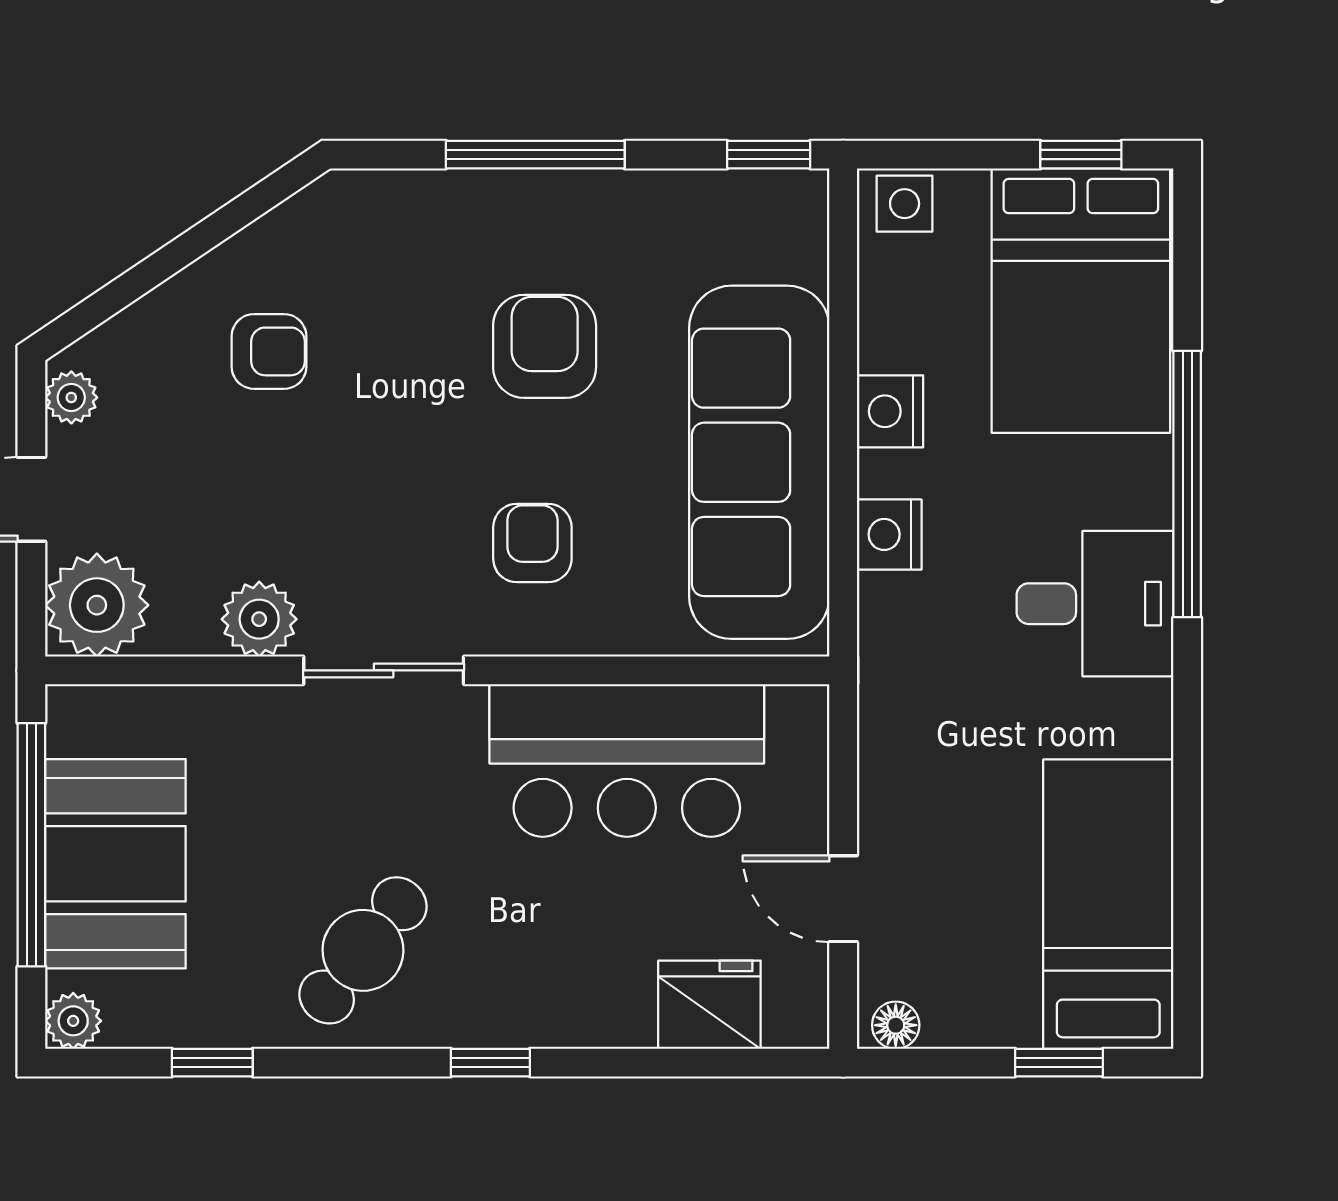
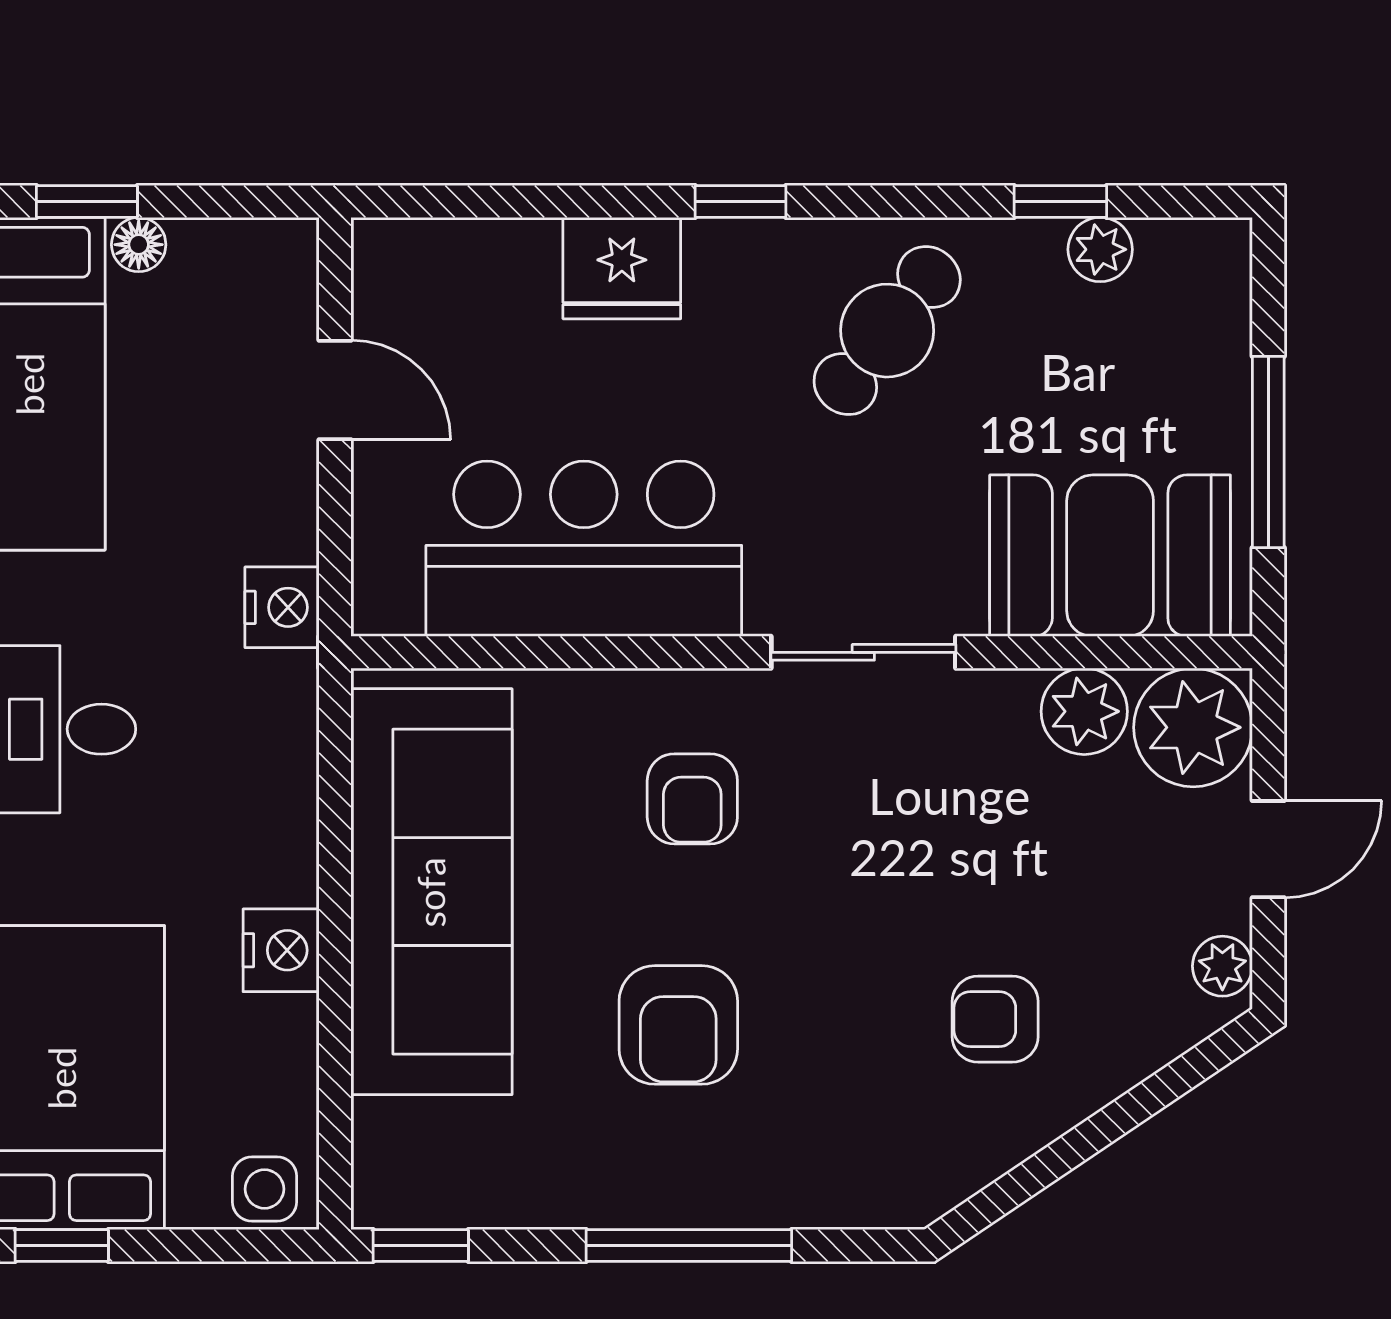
nightstand: (889, 534) -> (282, 607), moved
plant: (259, 619) -> (1084, 711), moved
window: (31, 845) -> (1268, 452), width x0.68
booth: (115, 864) -> (1110, 556), moved, turned 90
fridge: (709, 1005) -> (622, 268), moved
plant: (73, 1021) -> (1100, 249), moved
floor lamp: (896, 1025) -> (139, 245), moved

